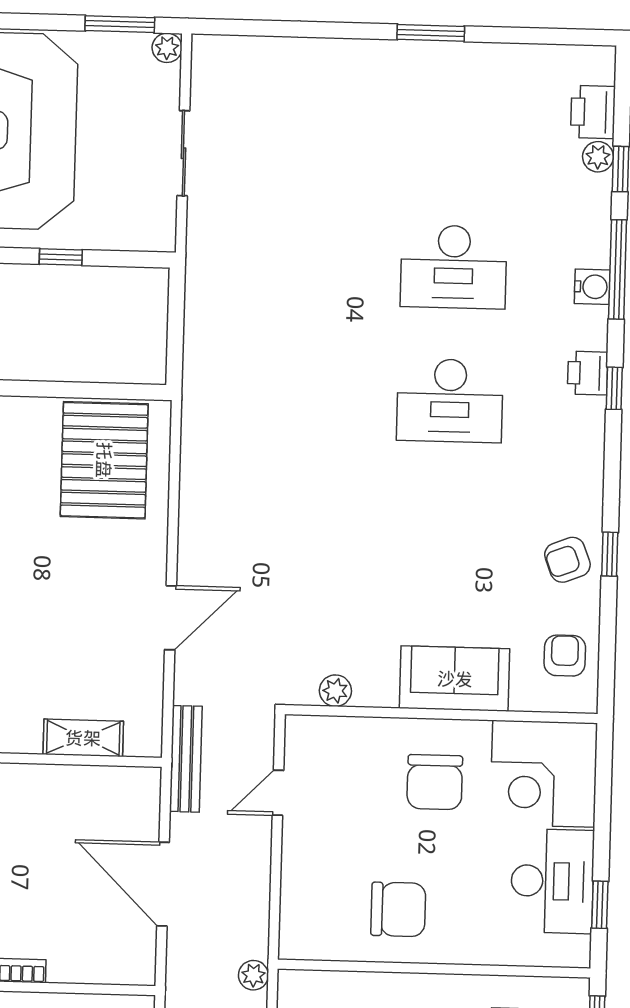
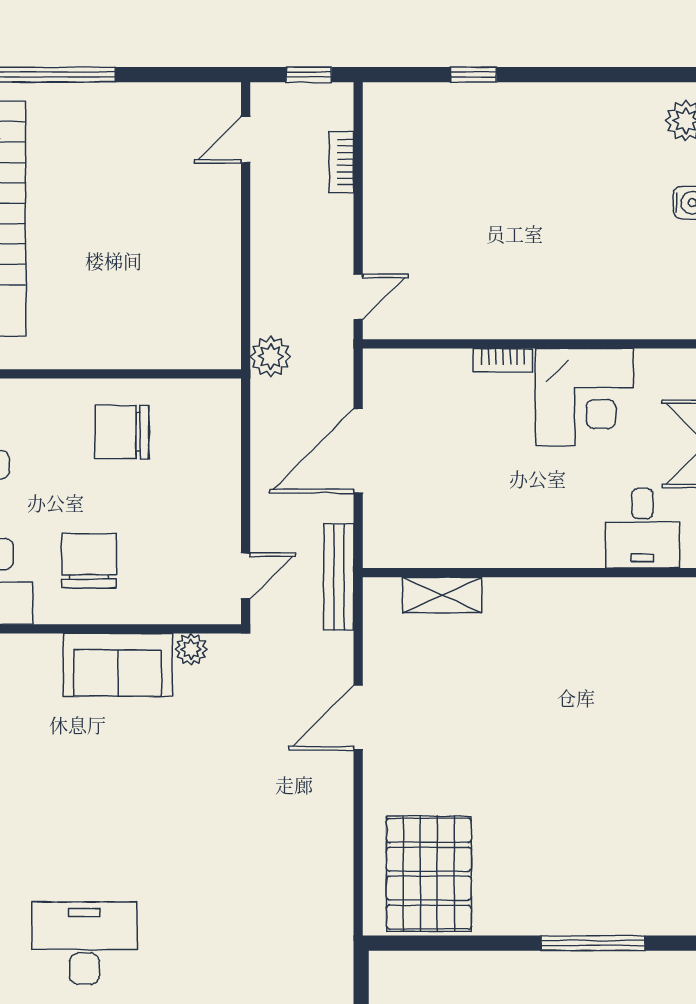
sofa: (455, 679) -> (118, 665), moved
door: (278, 793) -> (246, 576), moved
door: (163, 884) -> (358, 451), swing flipped
plant: (253, 975) -> (271, 357), width x1.38, depth x1.38

